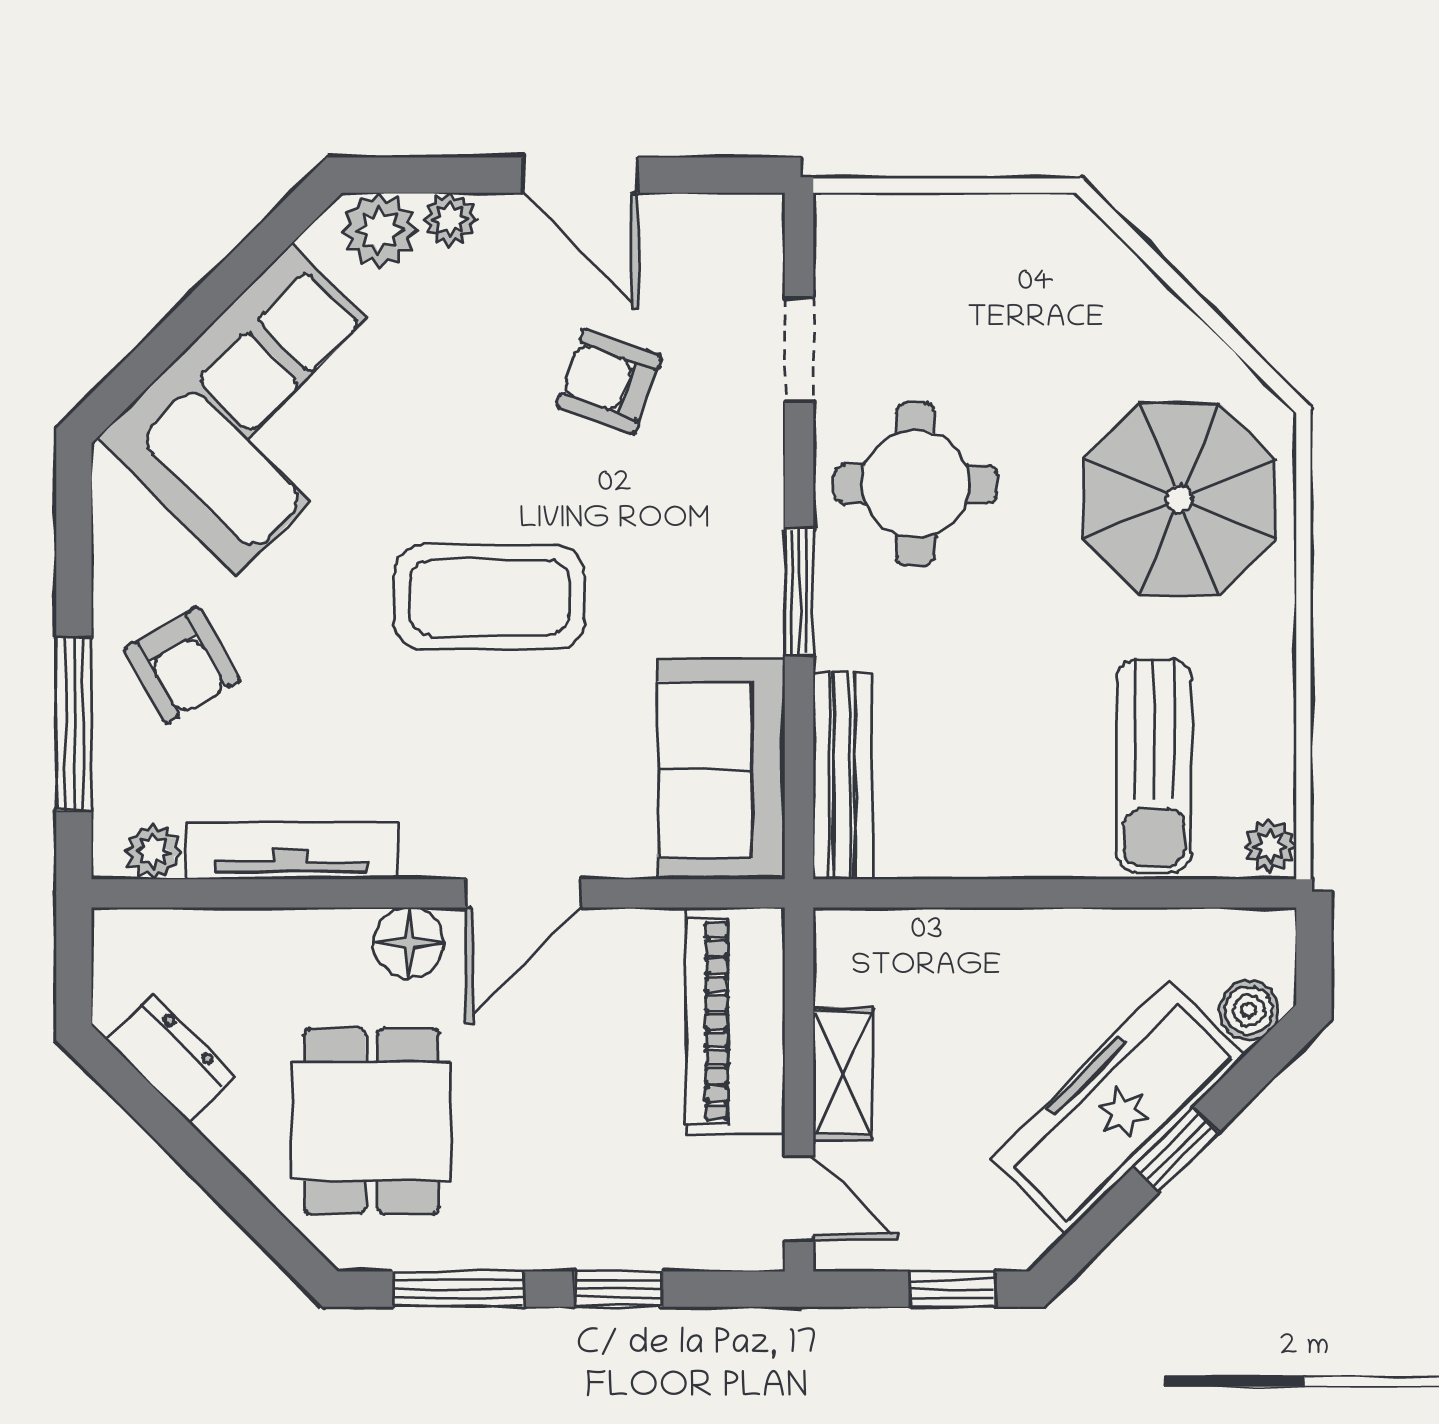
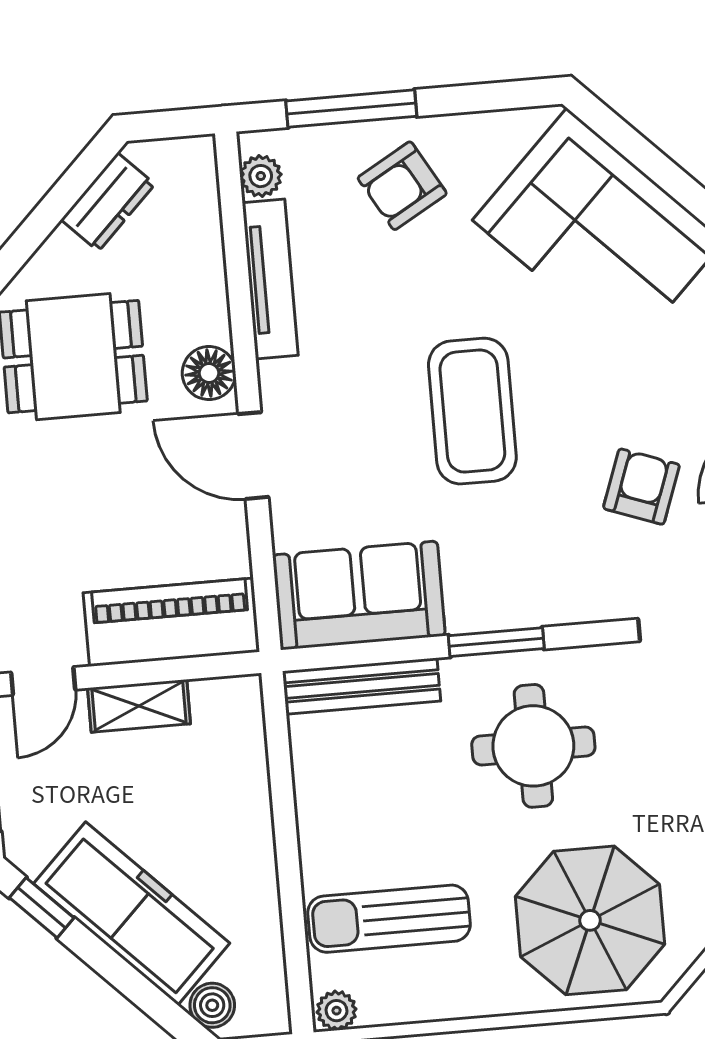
round table: (916, 484) -> (533, 746), moved
window: (1176, 1150) -> (42, 908), moved

